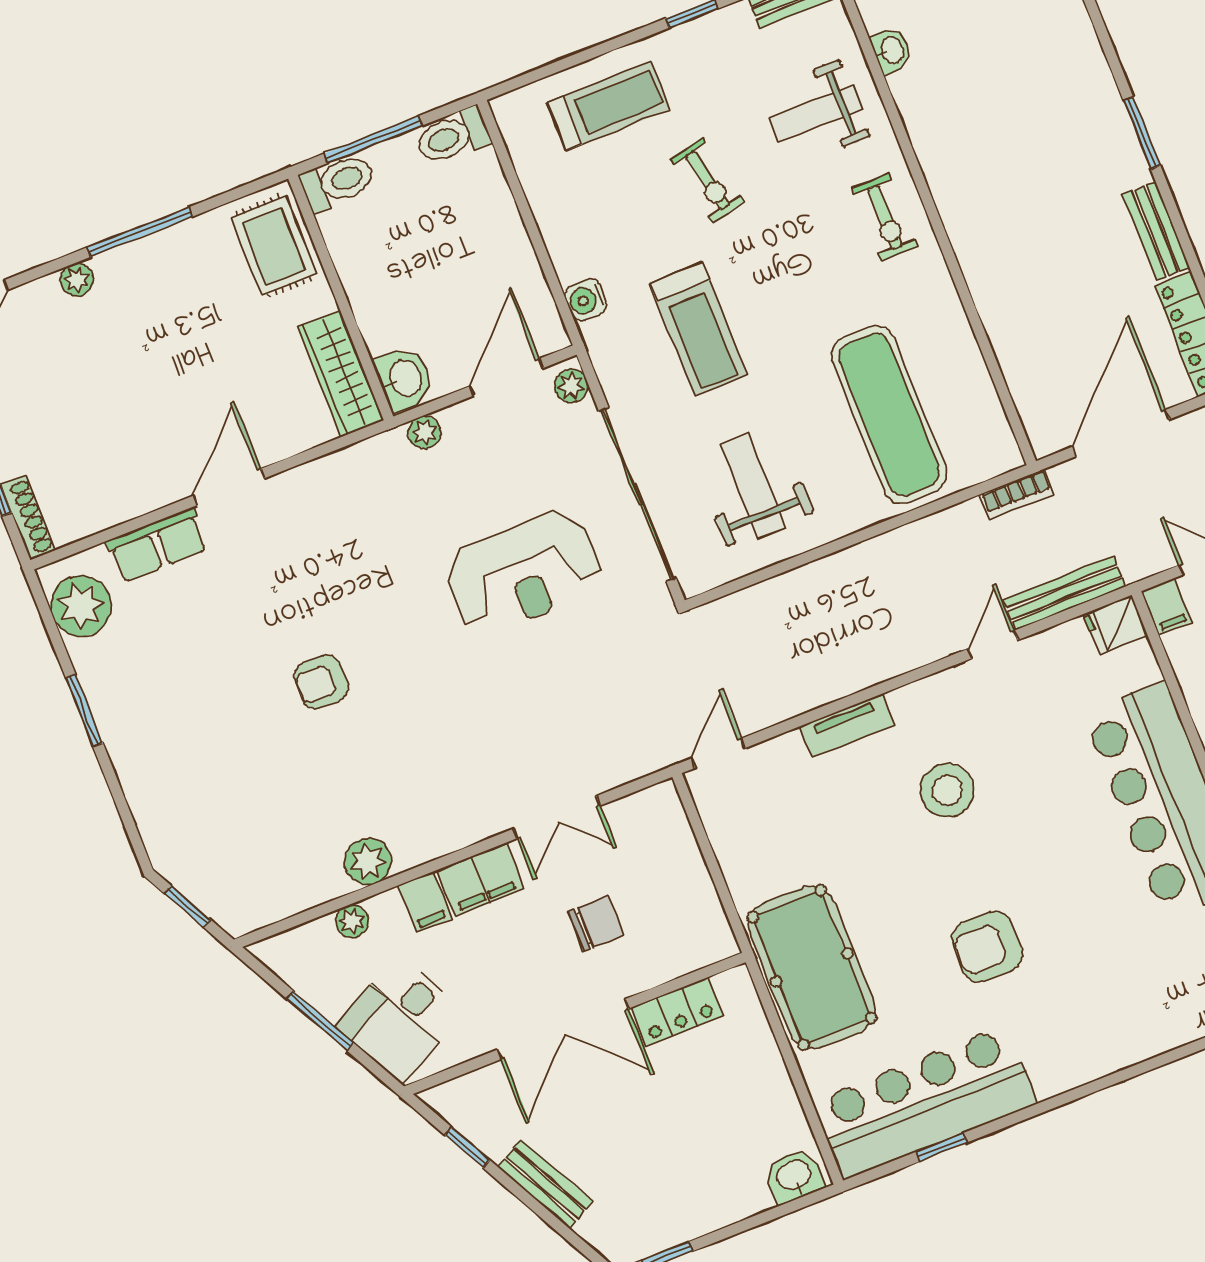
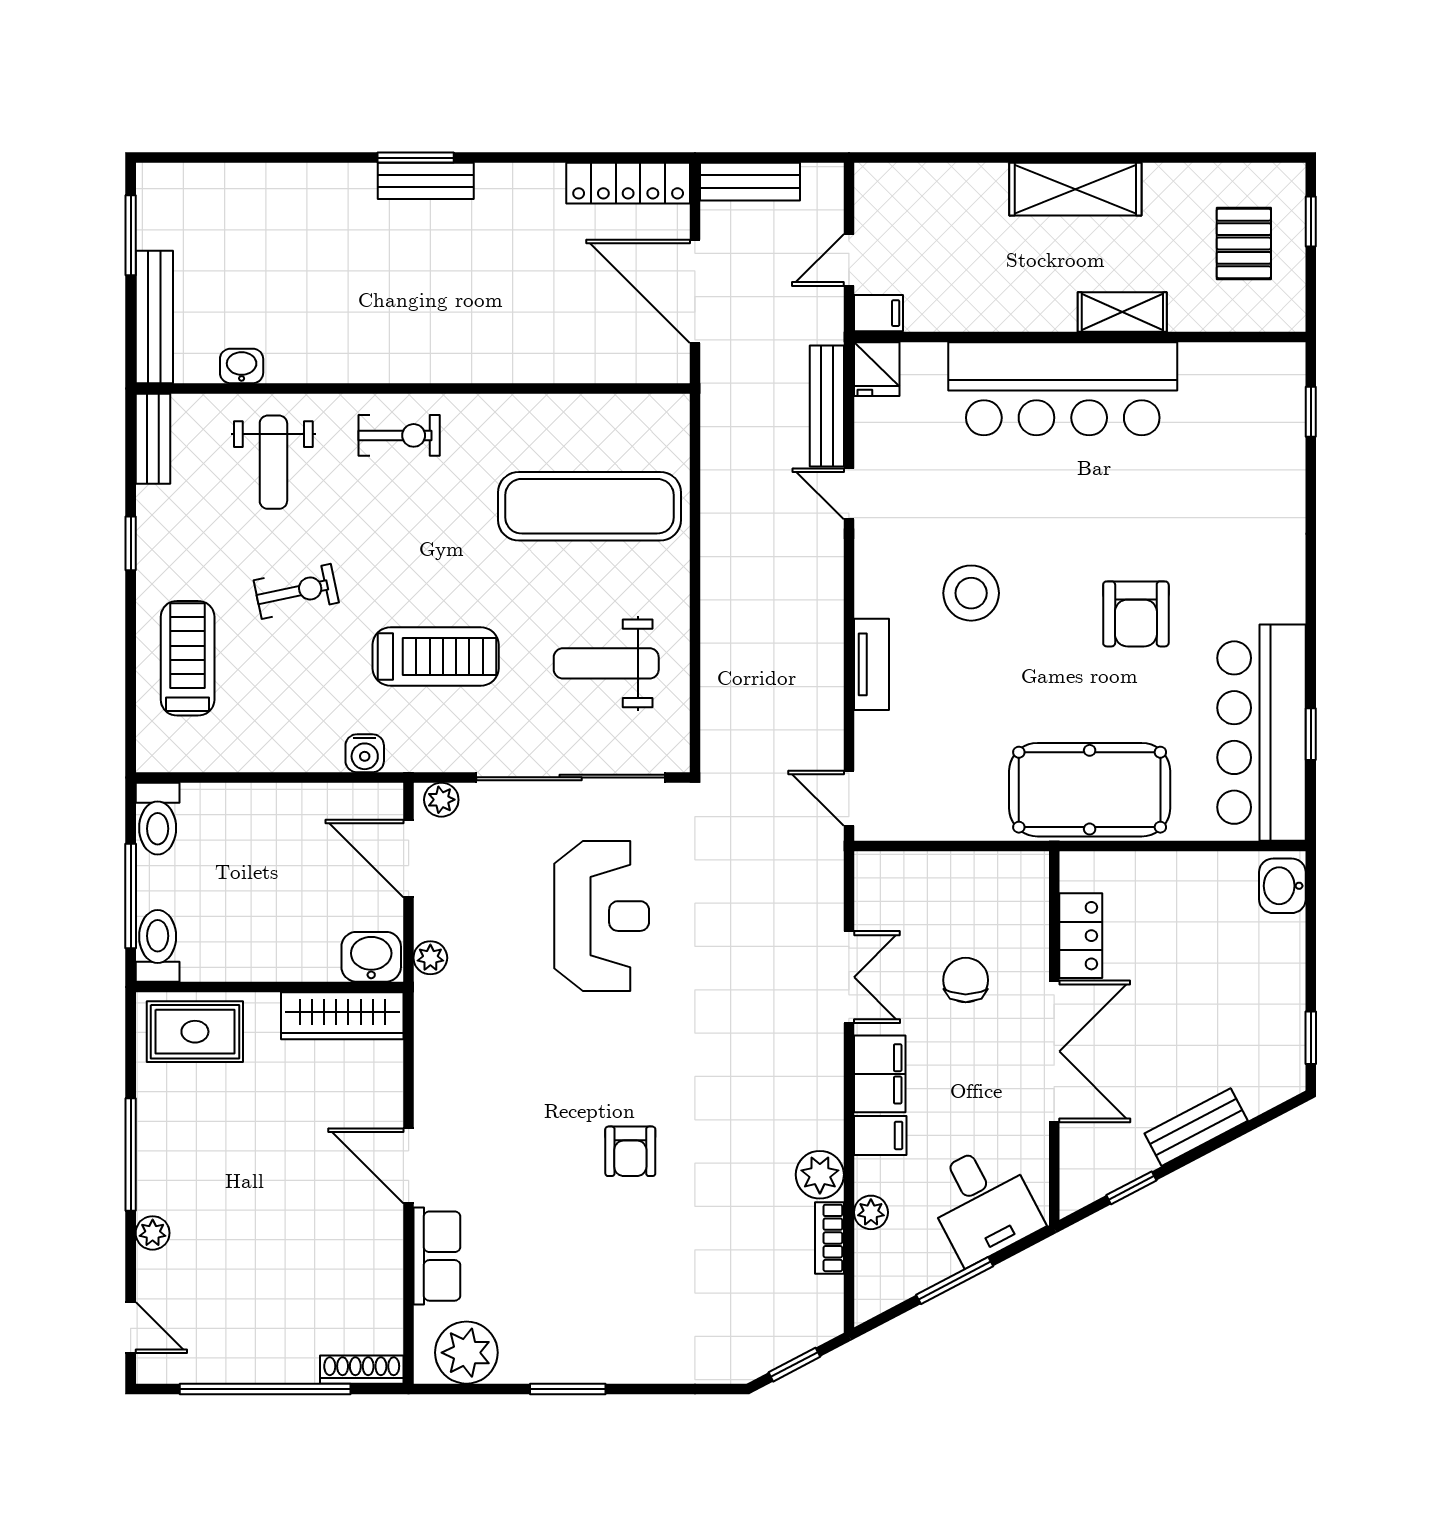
bench: (1156, 231) -> (426, 181), moved
bookcase: (1017, 495) -> (829, 1238), moved, turned 180

